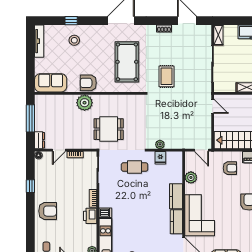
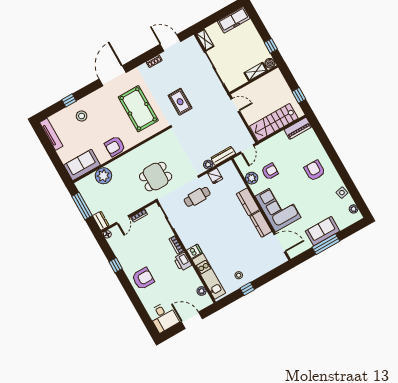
plant: (85, 103) -> (103, 176), moved
dresser: (177, 144) -> (223, 156), added
door: (201, 150) -> (247, 149), hinge flipped
armchair: (230, 168) -> (270, 171), moved

